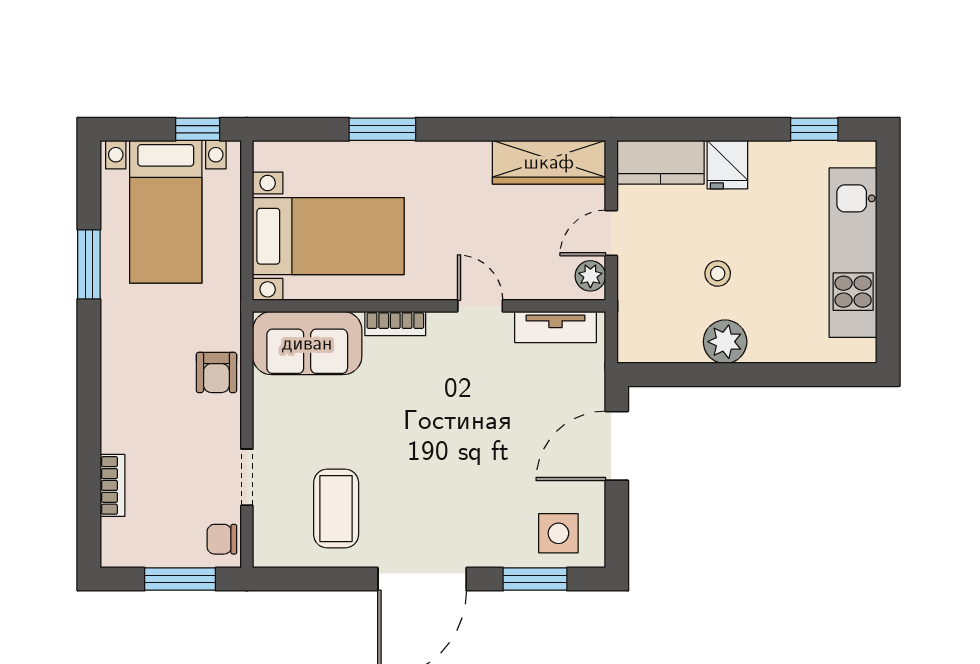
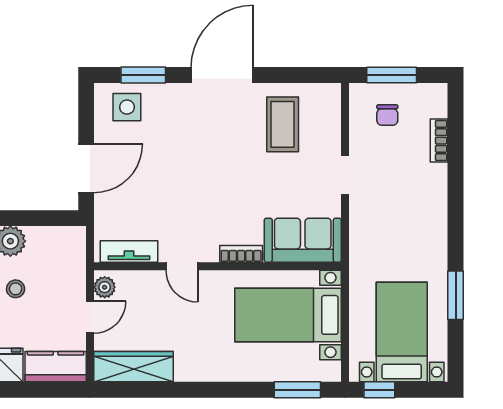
window: (382, 129) -> (297, 390), moved
armchair: (216, 372) -> (366, 220), removed
doorway: (247, 477) -> (345, 175), moved
chair: (222, 539) -> (387, 115), moved, turned 90

